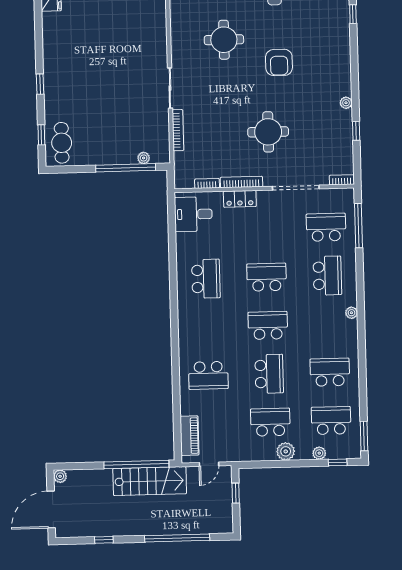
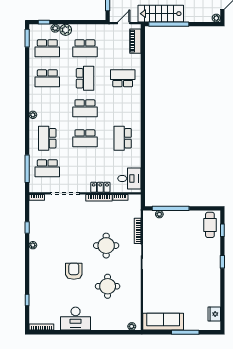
round table: (268, 132) -> (106, 246), moved
school desk: (269, 374) -> (85, 78), turned 180
plant: (286, 451) -> (66, 30), moved

